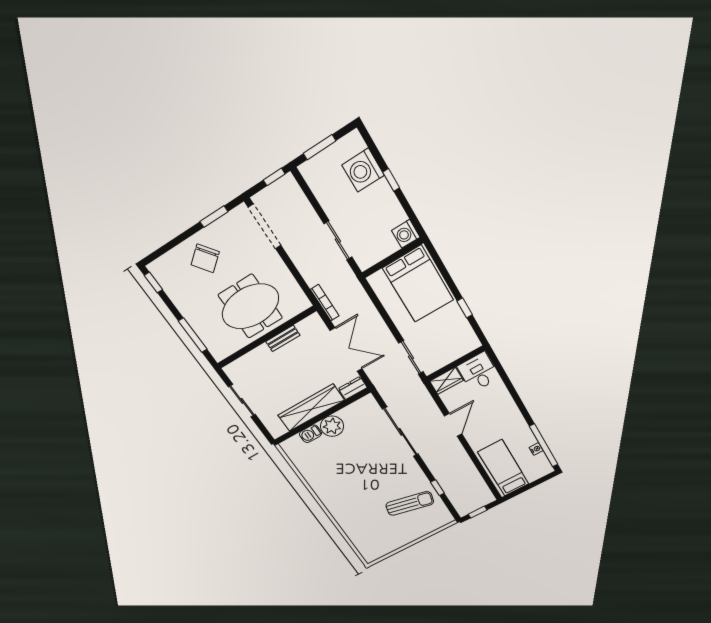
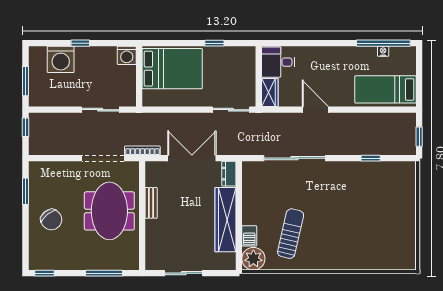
doorway: (265, 226) -> (103, 158), moved
plant: (332, 426) -> (253, 259), moved
sun lounger: (410, 503) -> (291, 234), moved

